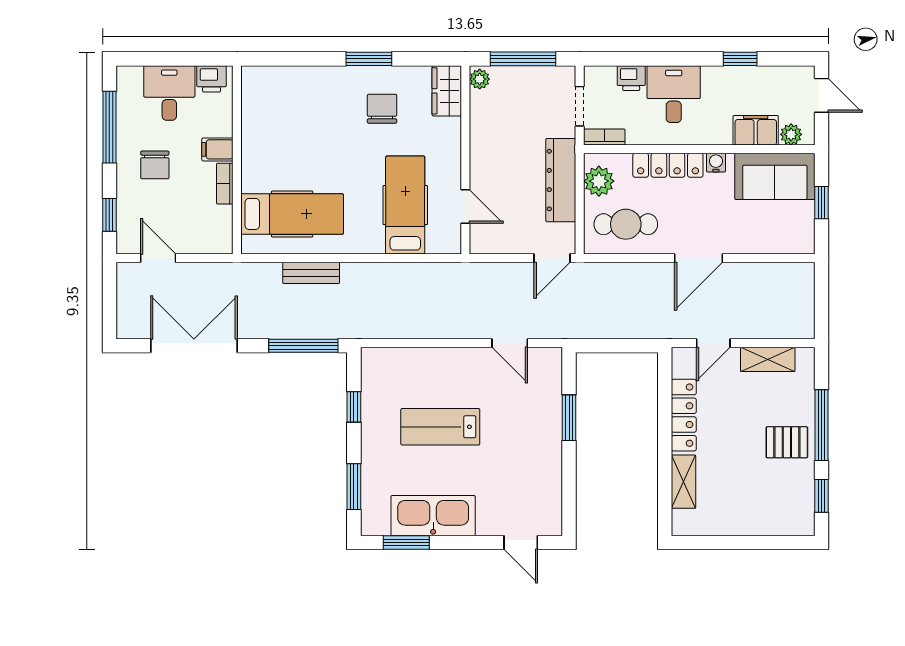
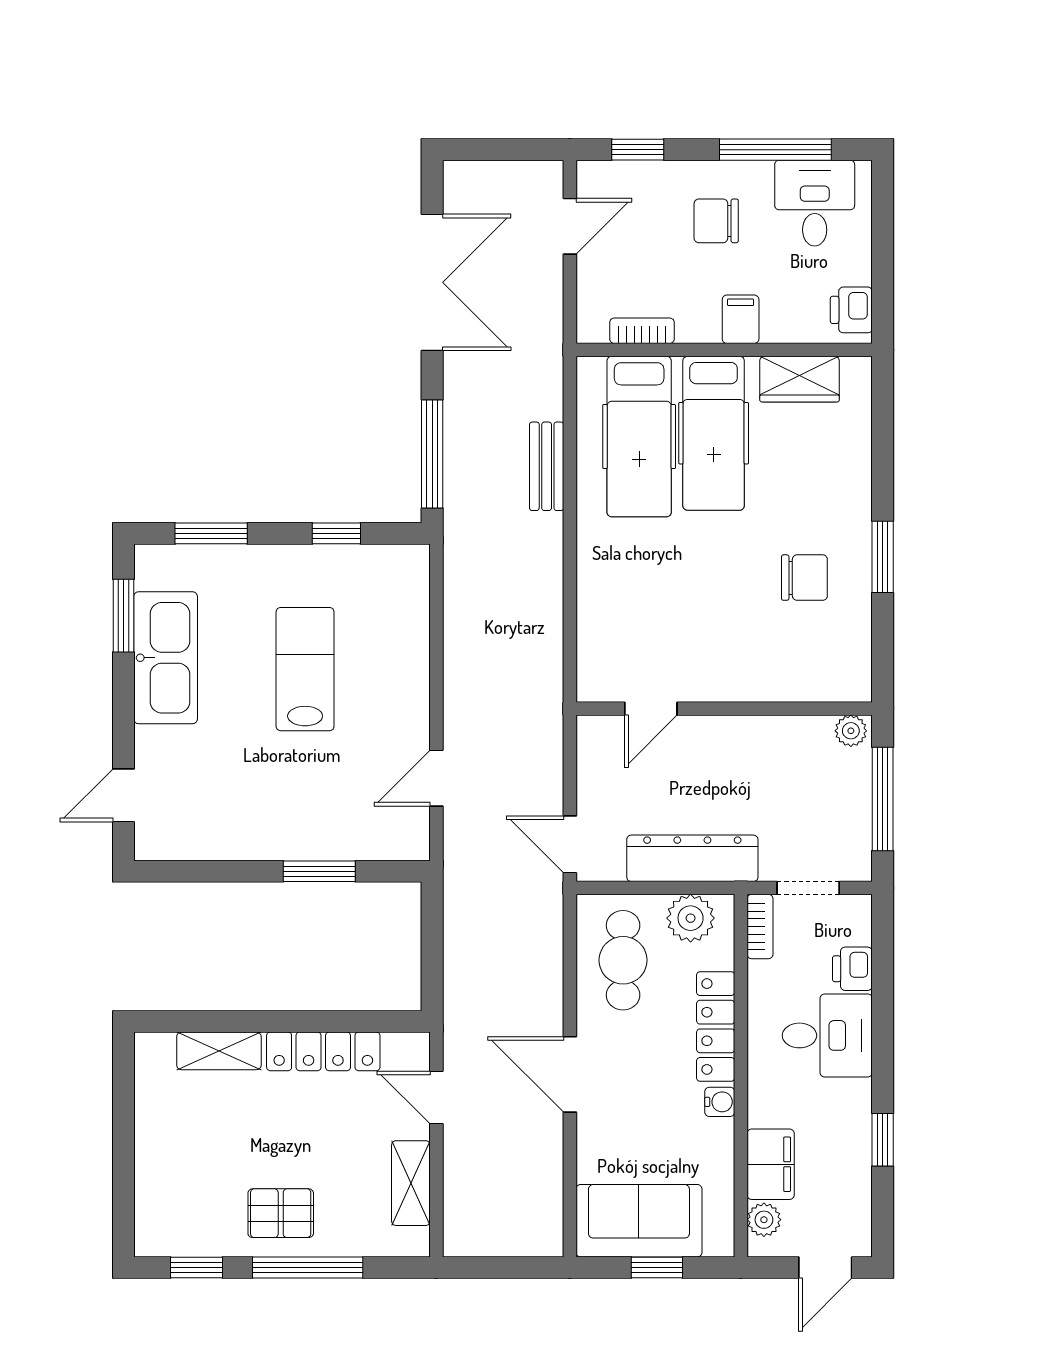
wardrobe: (447, 91) -> (800, 379), moved, turned 180
desk: (169, 93) -> (815, 203), moved, turned -90
sofa: (775, 176) -> (639, 1221), moved, turned 90
bookcase: (225, 184) -> (642, 331), moved
hospital bed: (405, 205) -> (714, 433), moved, turned 90
pallet: (787, 442) -> (281, 1213), turned 90

